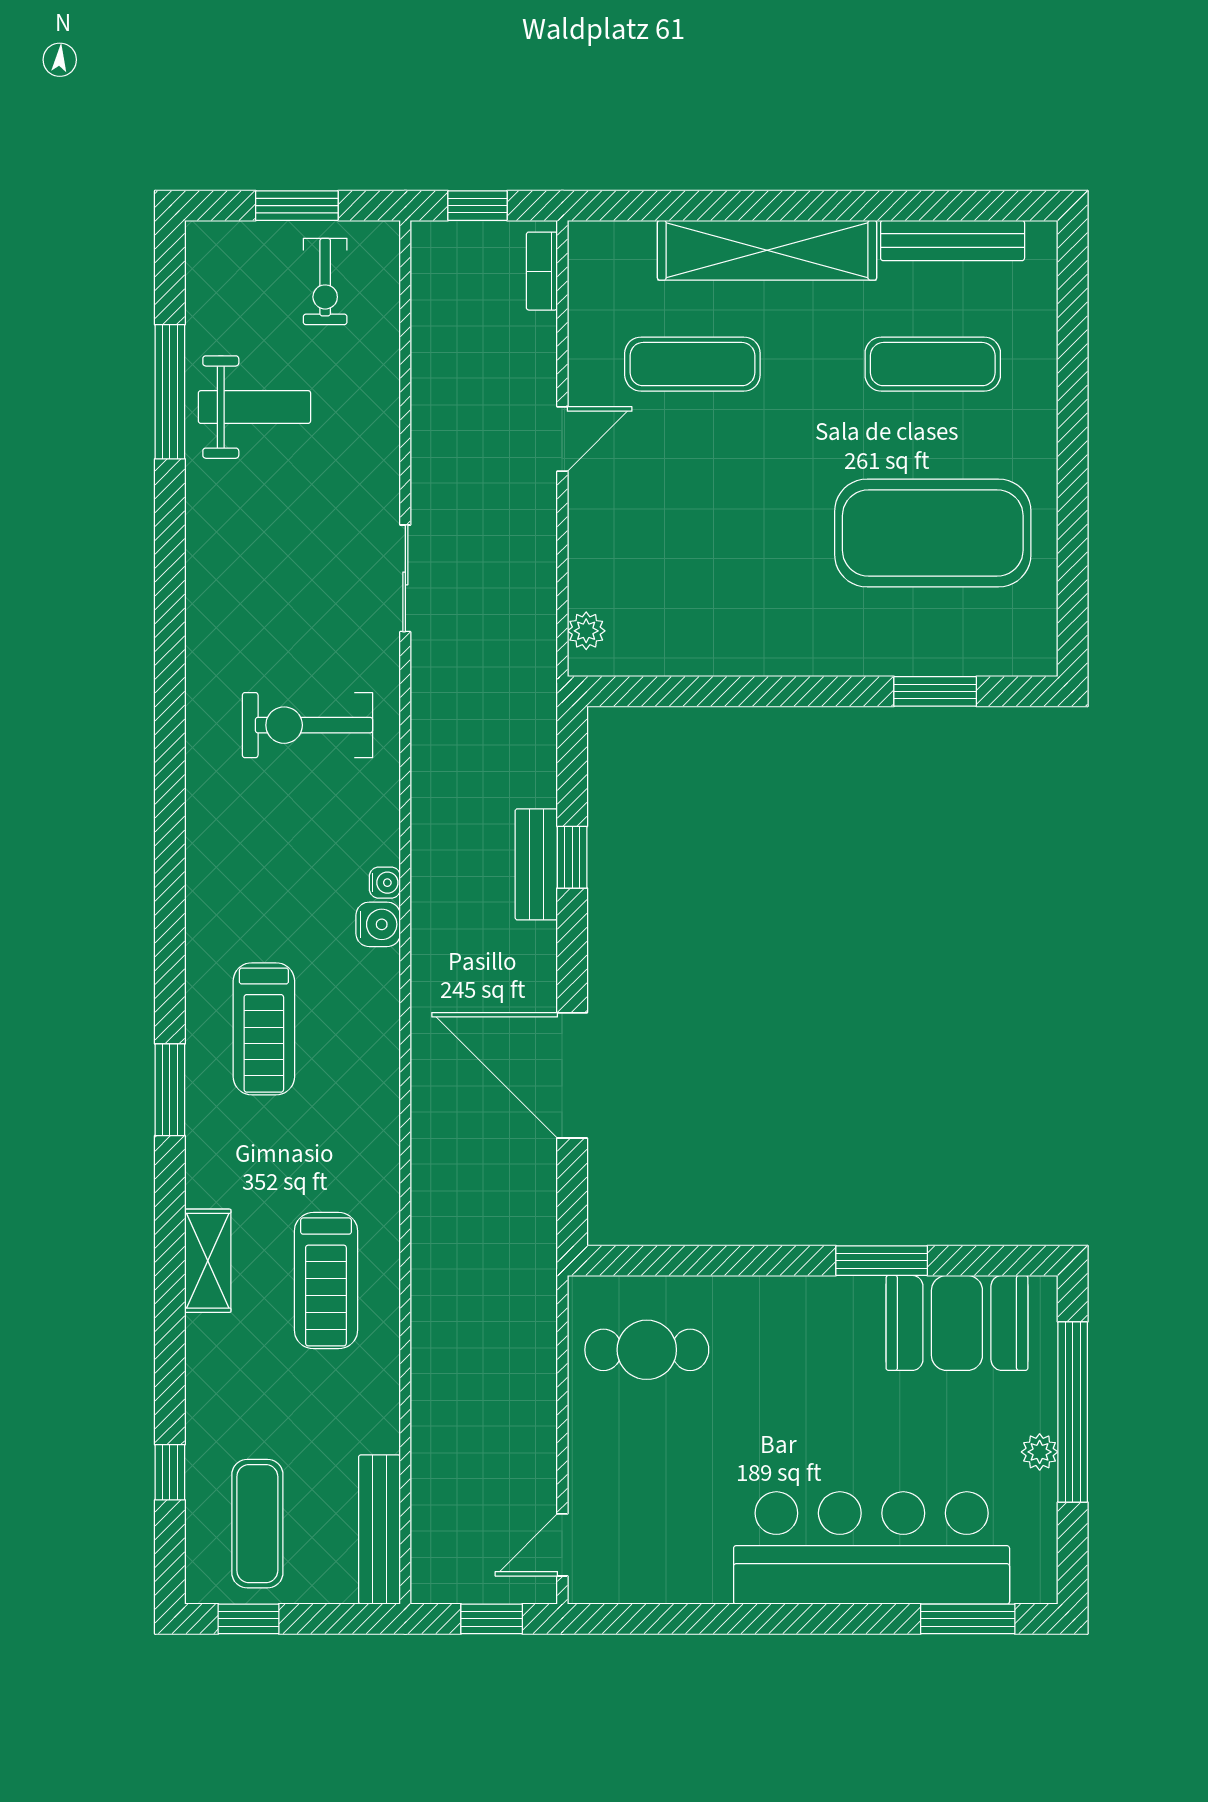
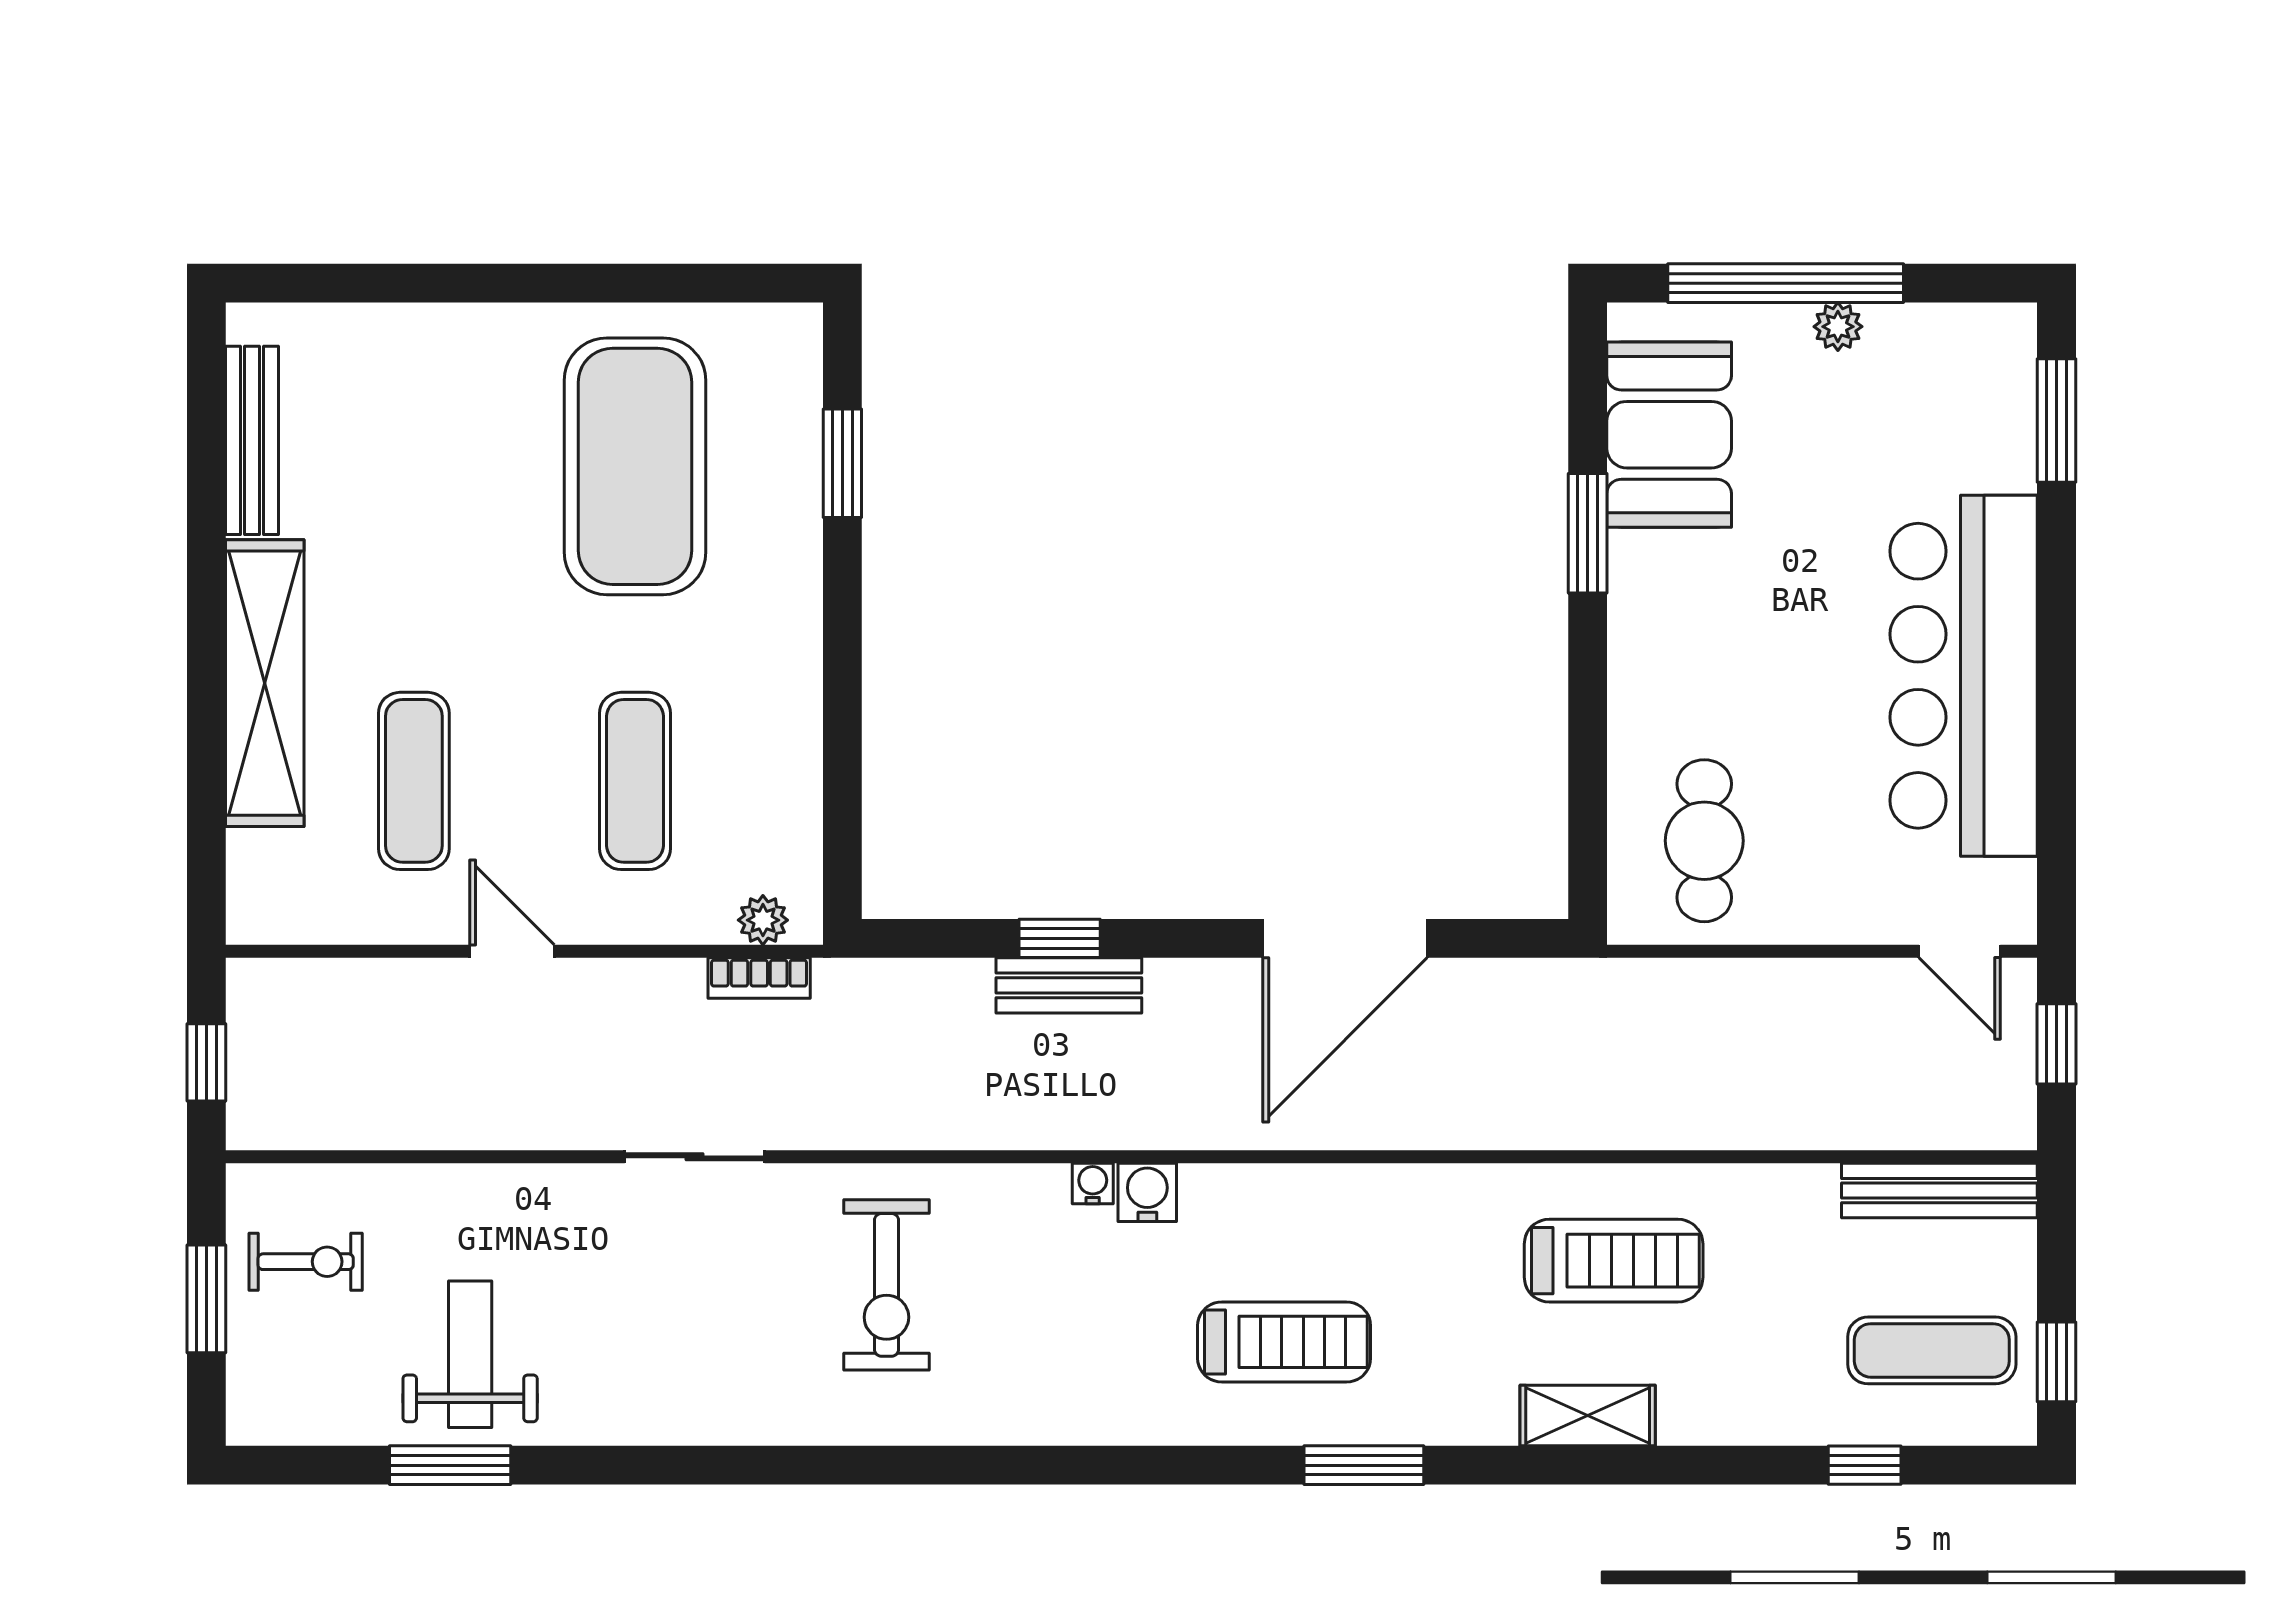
bookcase: (542, 271) -> (759, 978), moved
exercise mat: (933, 364) -> (635, 781), moved
window: (170, 392) -> (450, 1465), width x0.69
bar counter: (872, 1548) -> (1964, 676), moved

